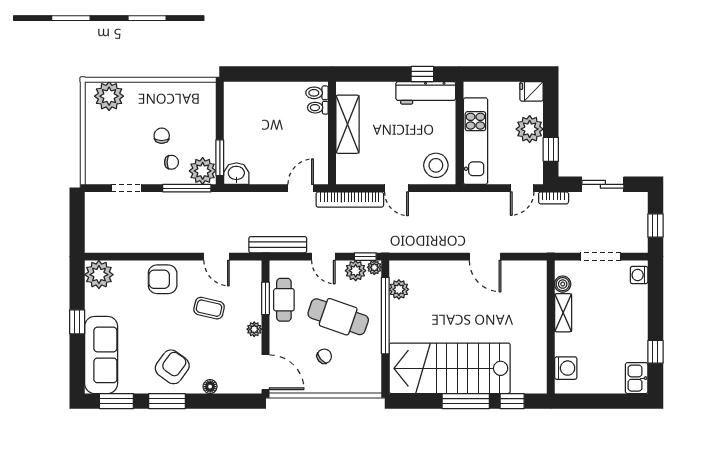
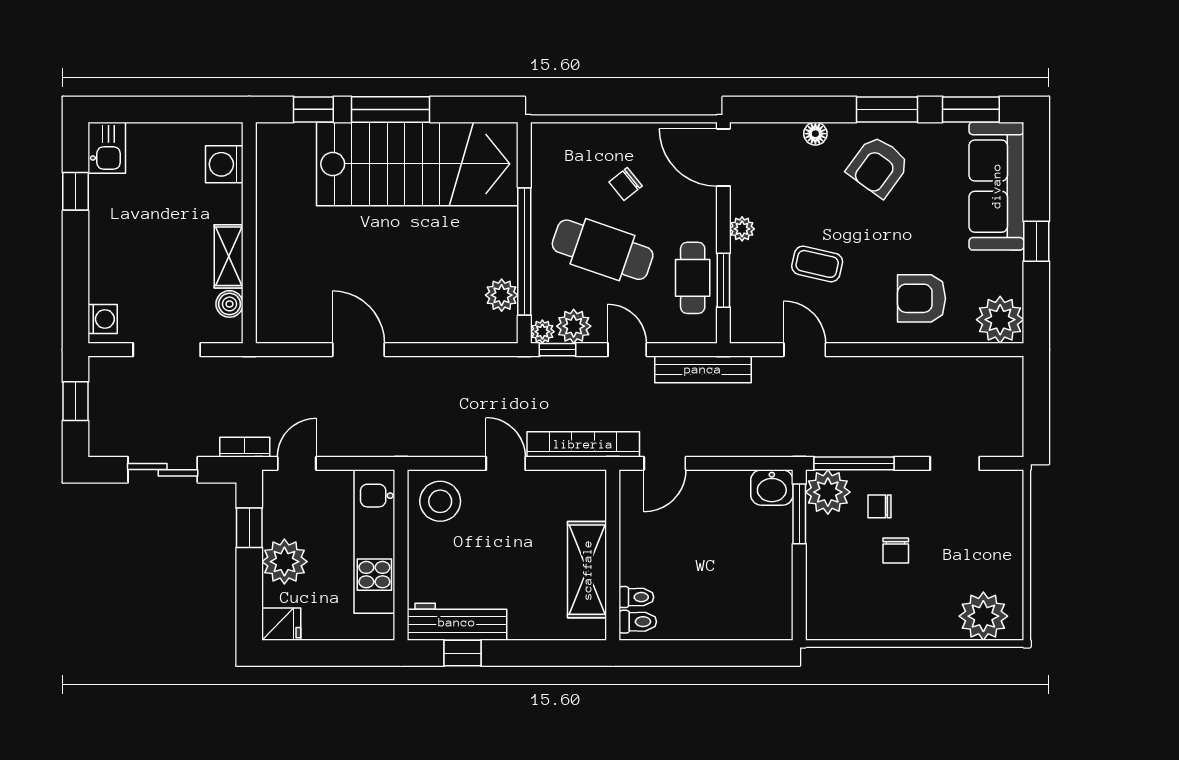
armchair: (163, 279) -> (922, 298), moved, turned 180

